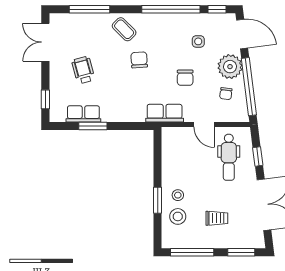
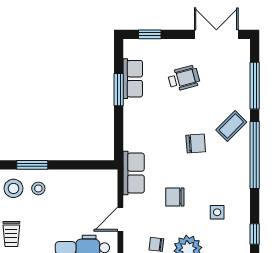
window: (171, 9) -> (255, 155), moved

